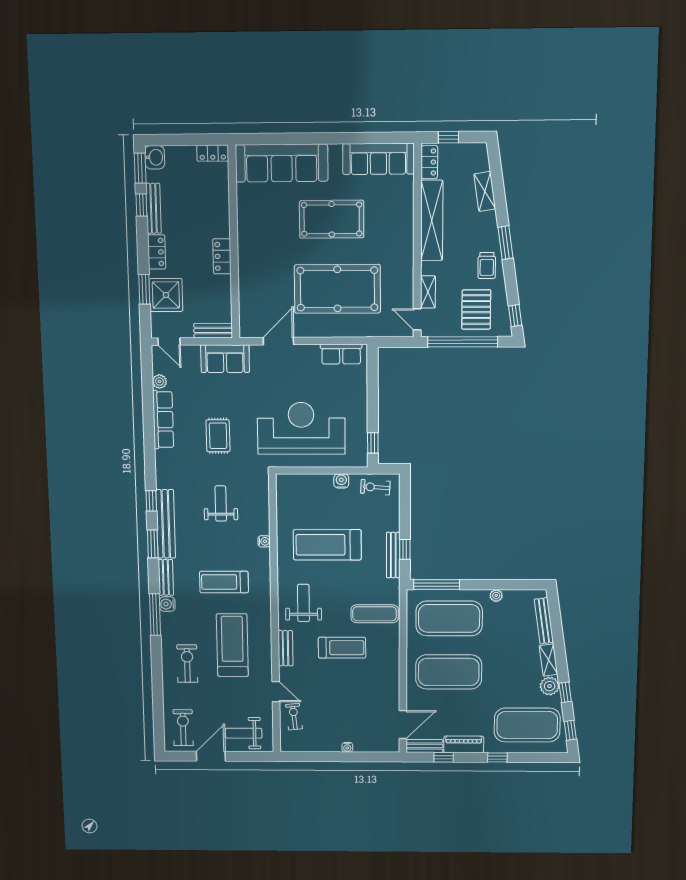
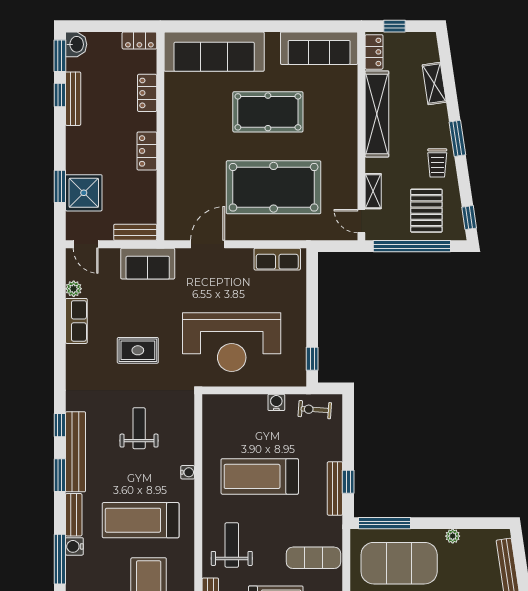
locker: (157, 252) -> (147, 93), moved, turned 180
row of seats: (163, 420) -> (76, 321), width x0.68
reception desk: (301, 428) -> (232, 342), turned 180
rug: (218, 436) -> (138, 350), turned 90
treadmill: (224, 582) -> (141, 520), width x1.37, depth x1.38

